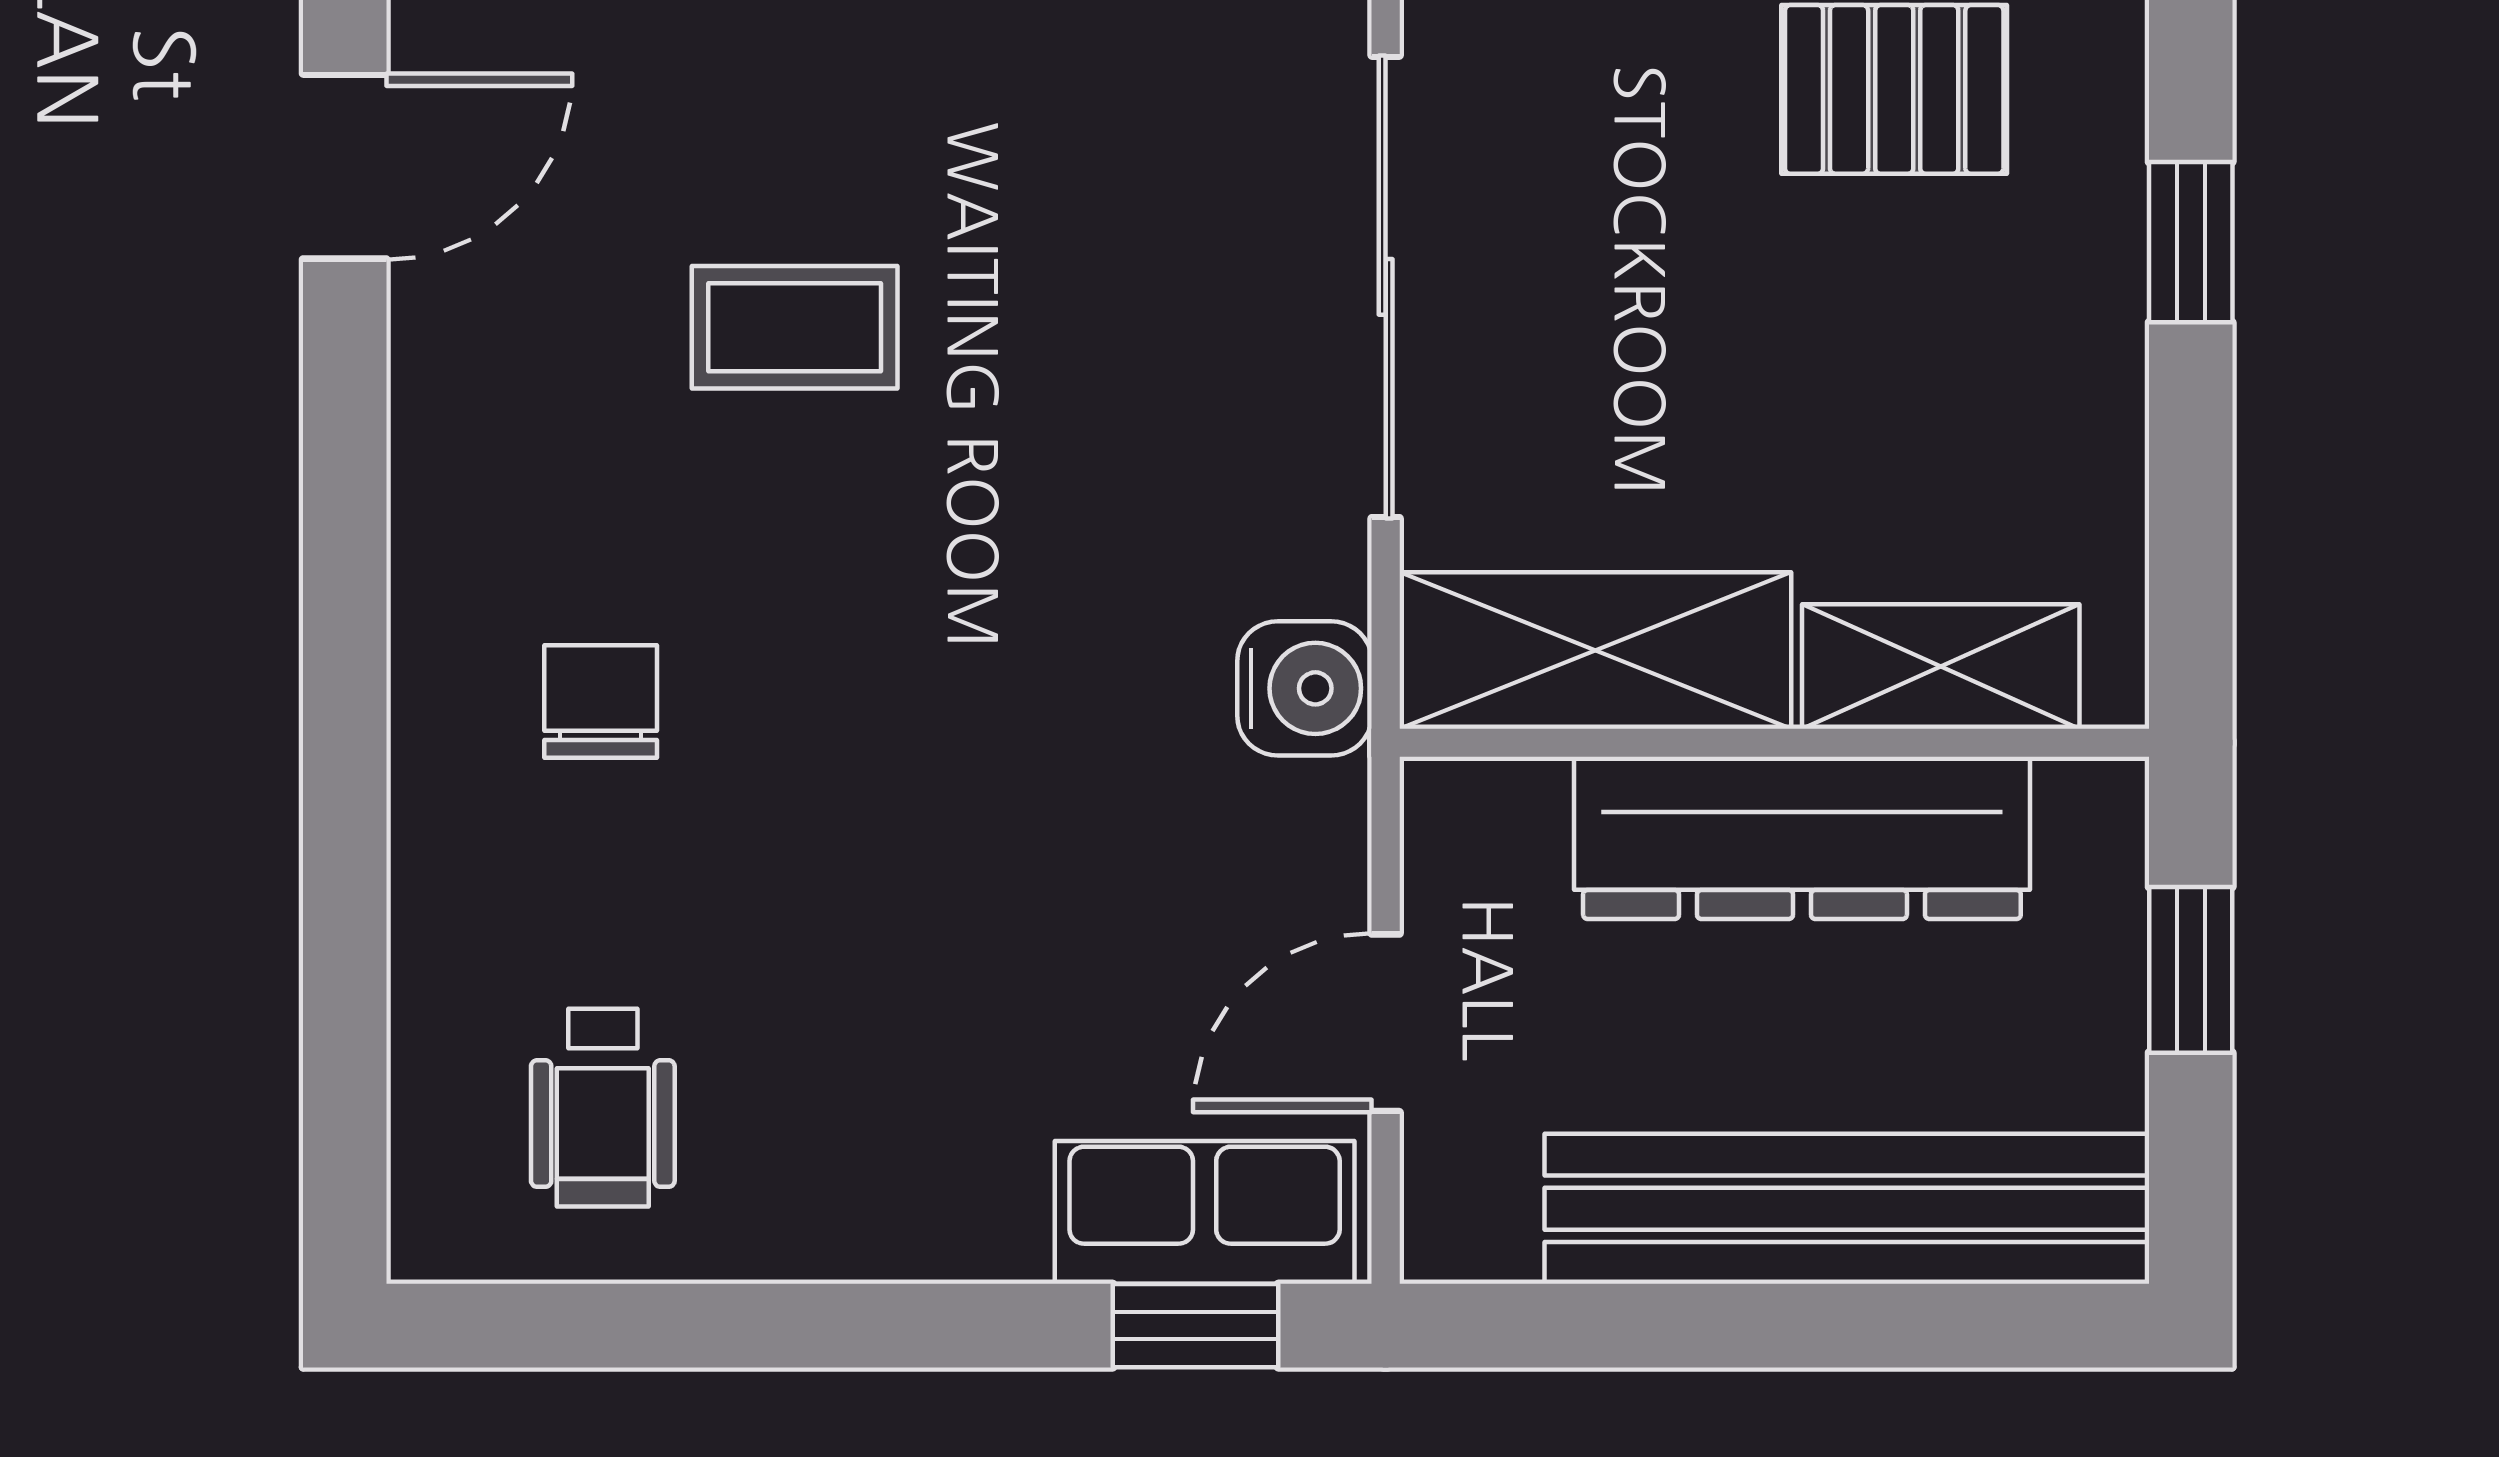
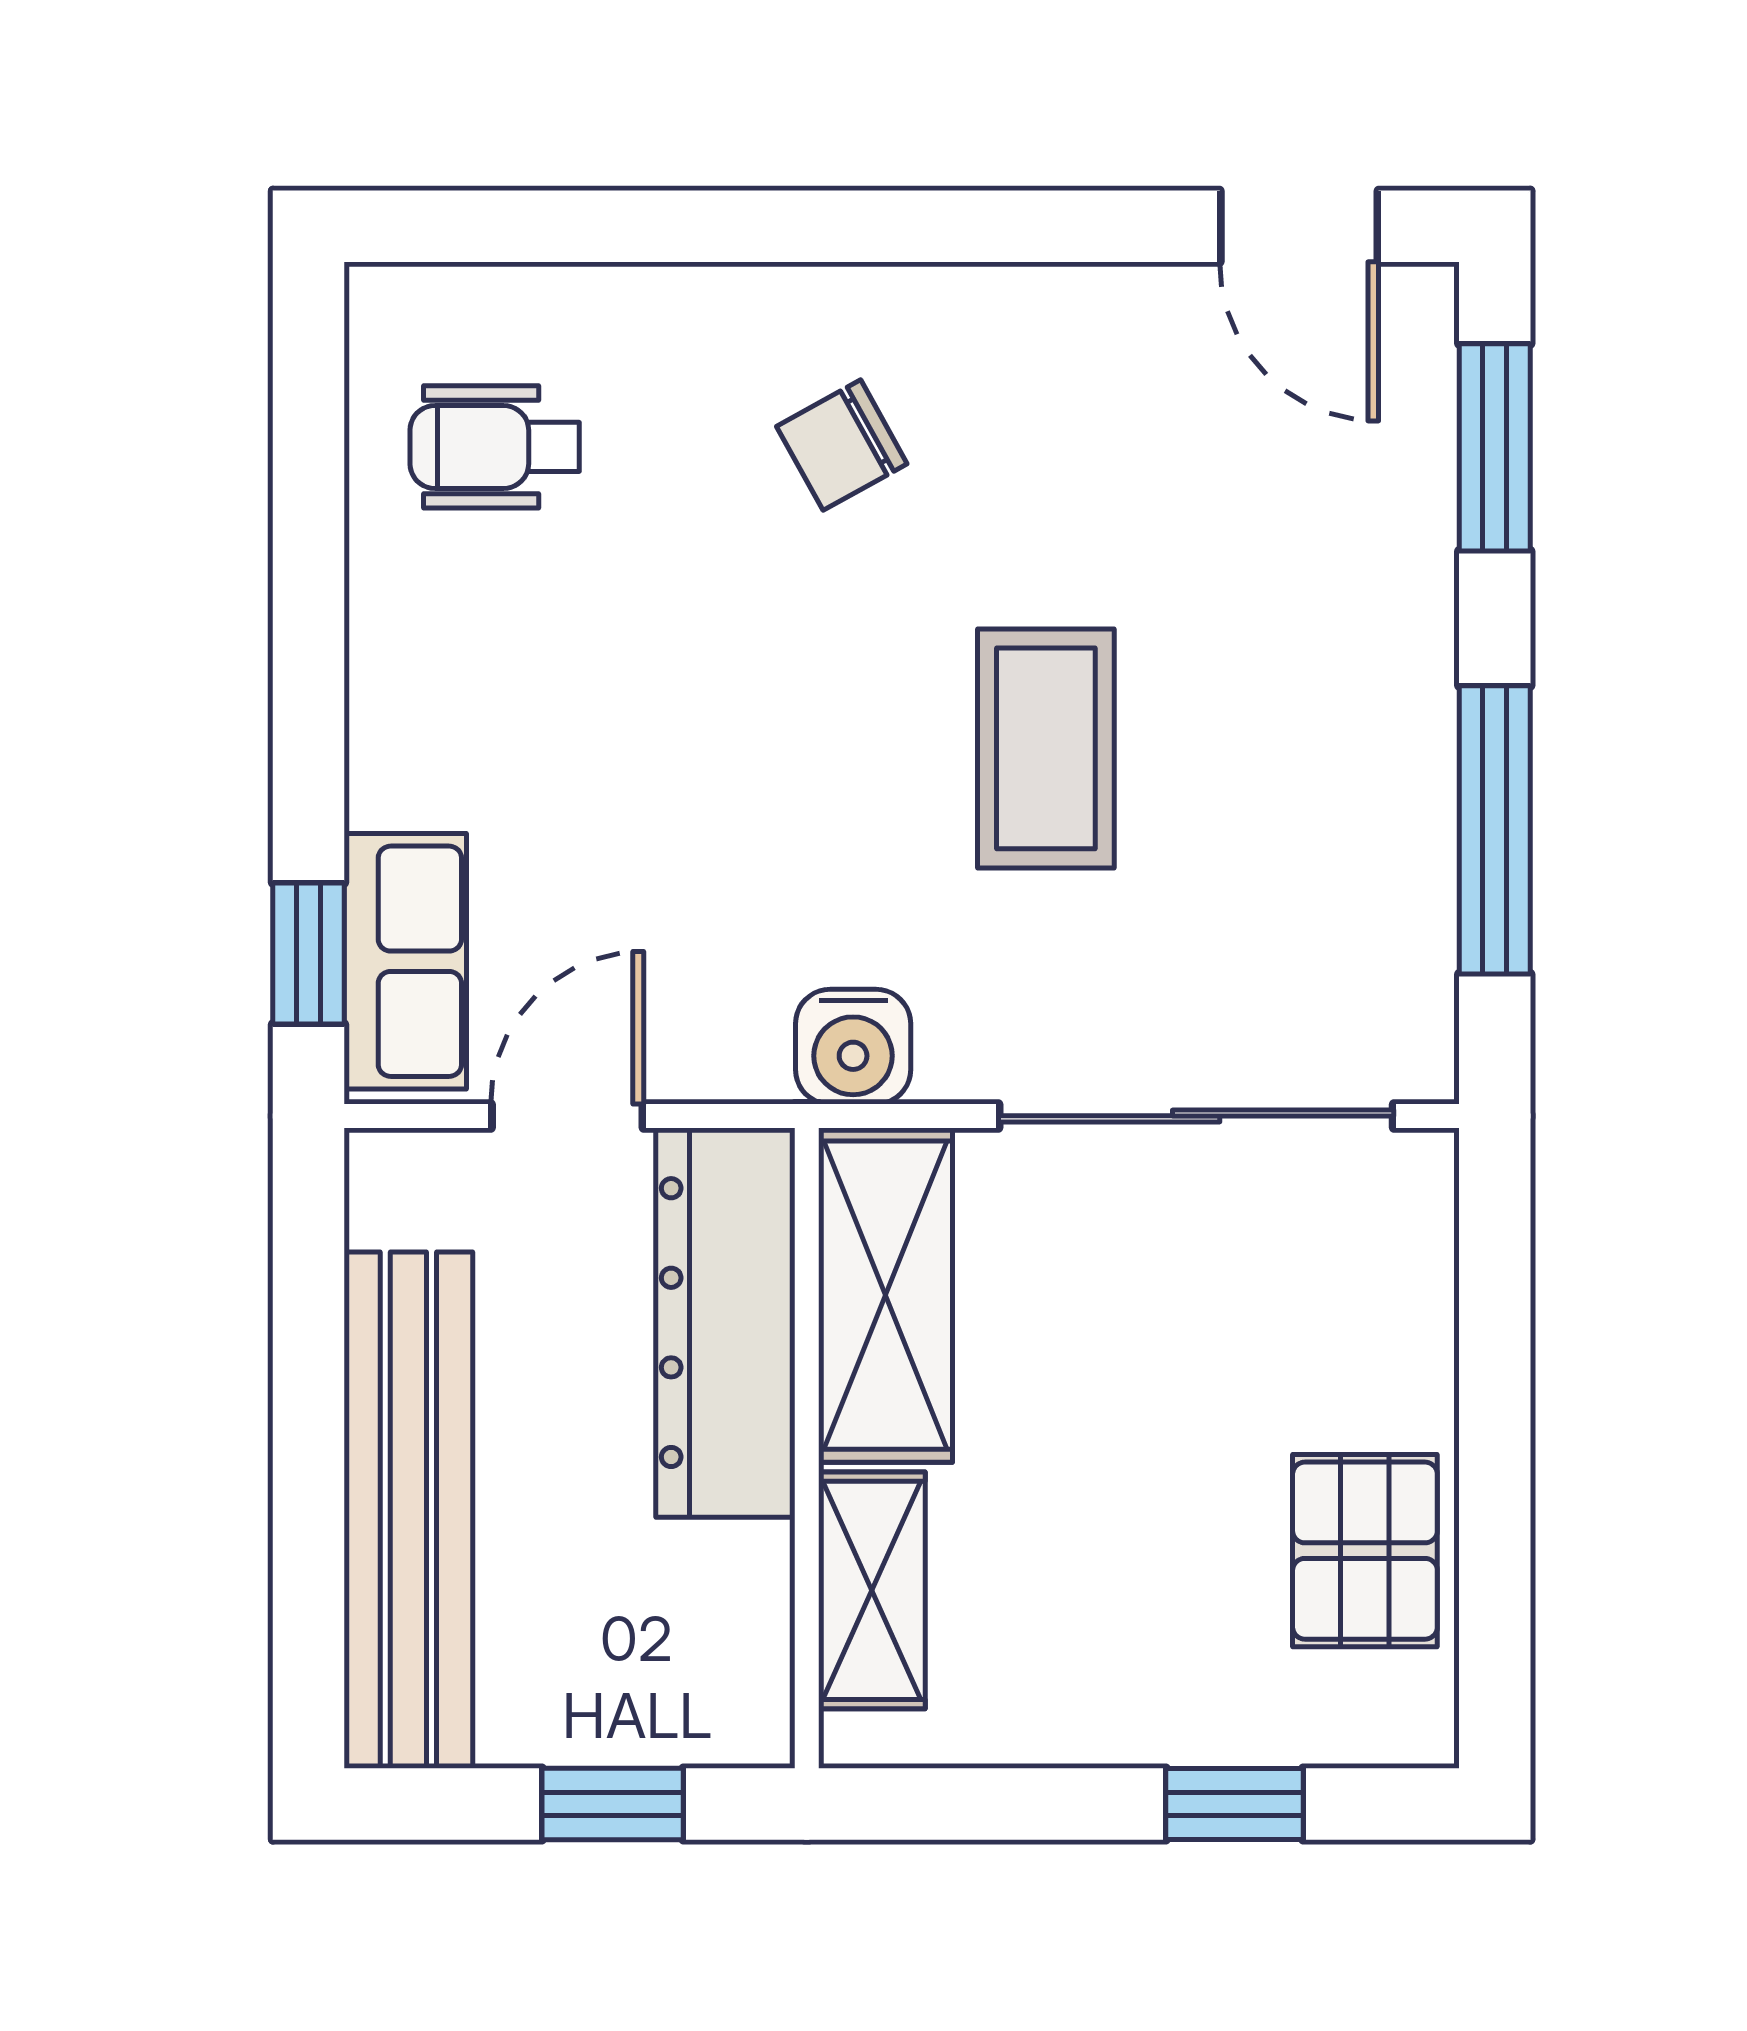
coffee table: (795, 327) -> (1046, 748), moved, width x1.36, depth x1.30
chair: (601, 701) -> (842, 445), turned 151
dresser: (1802, 838) -> (725, 1323), moved
door: (1386, 1023) -> (567, 1116), hinge flipped

